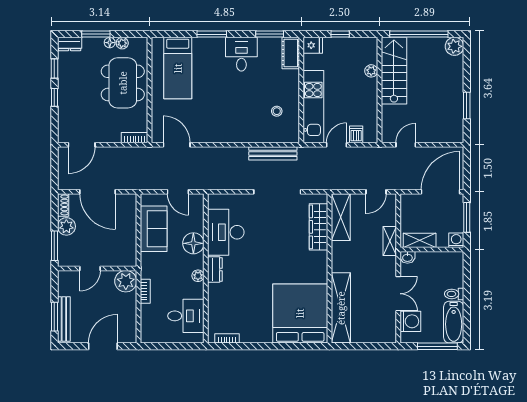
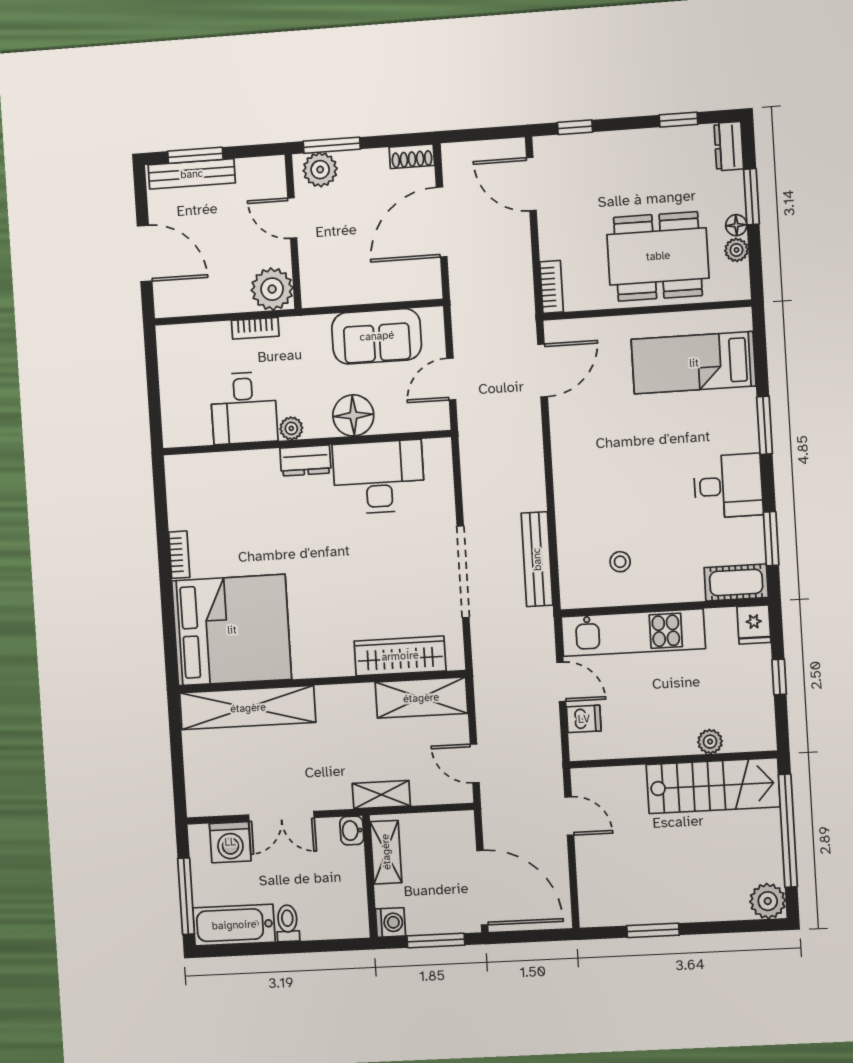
window: (54, 97) -> (575, 127), moved
plant: (66, 226) -> (320, 170), moved
desk: (186, 316) -> (244, 408), moved
bookcase: (227, 338) -> (179, 555), moved

